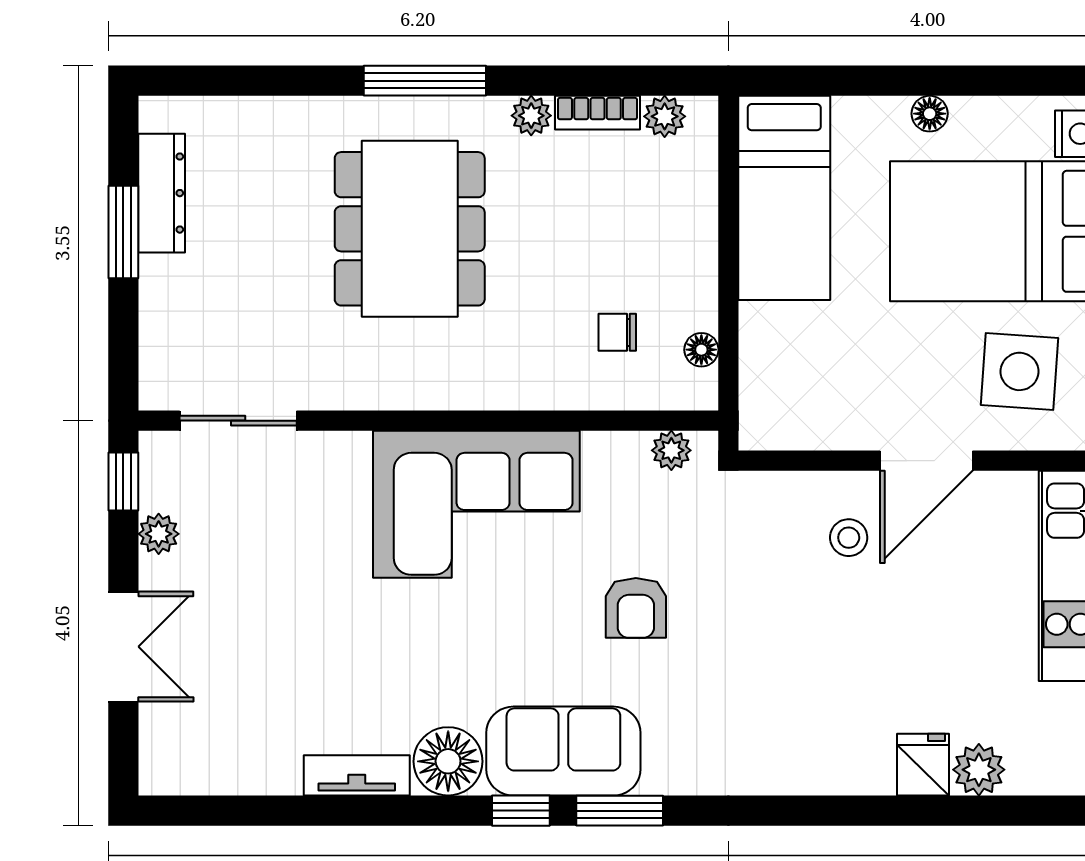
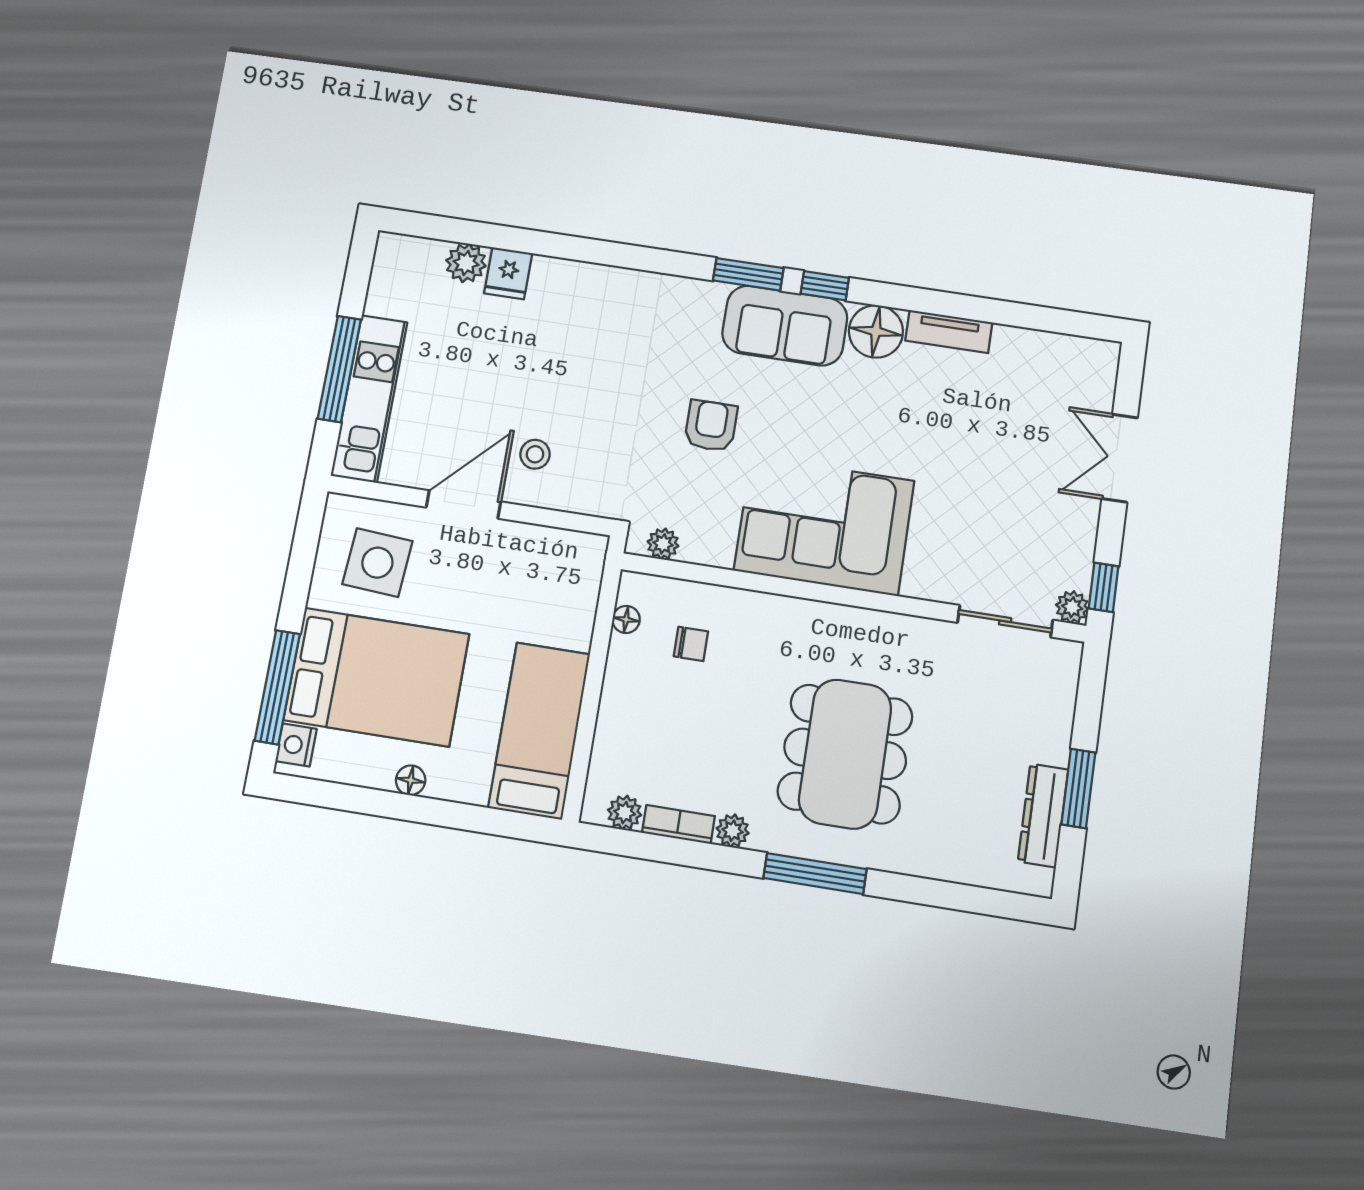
plant: (159, 534) -> (1072, 607), moved

